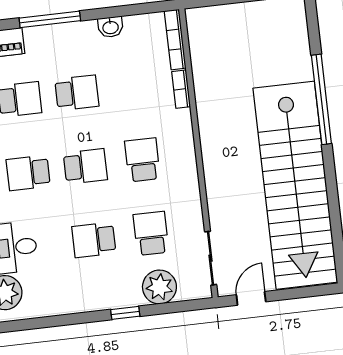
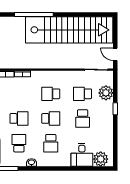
school desk: (77, 93) -> (19, 118), turned 90
school desk: (85, 166) -> (51, 118), turned 90

